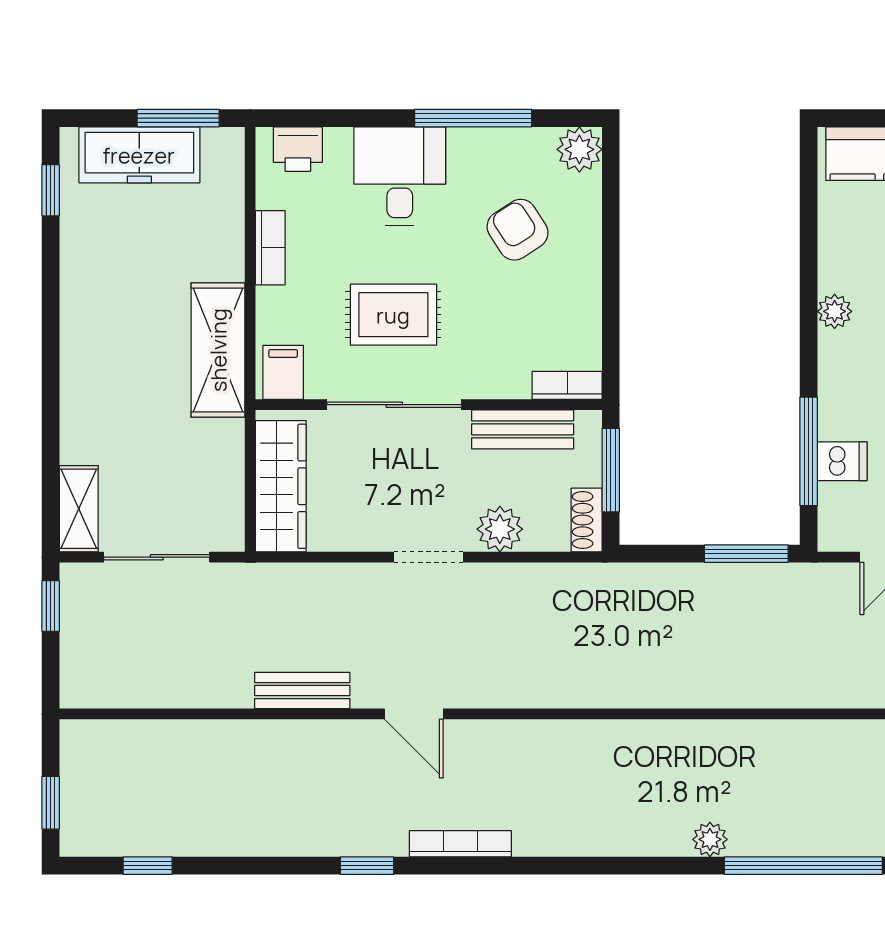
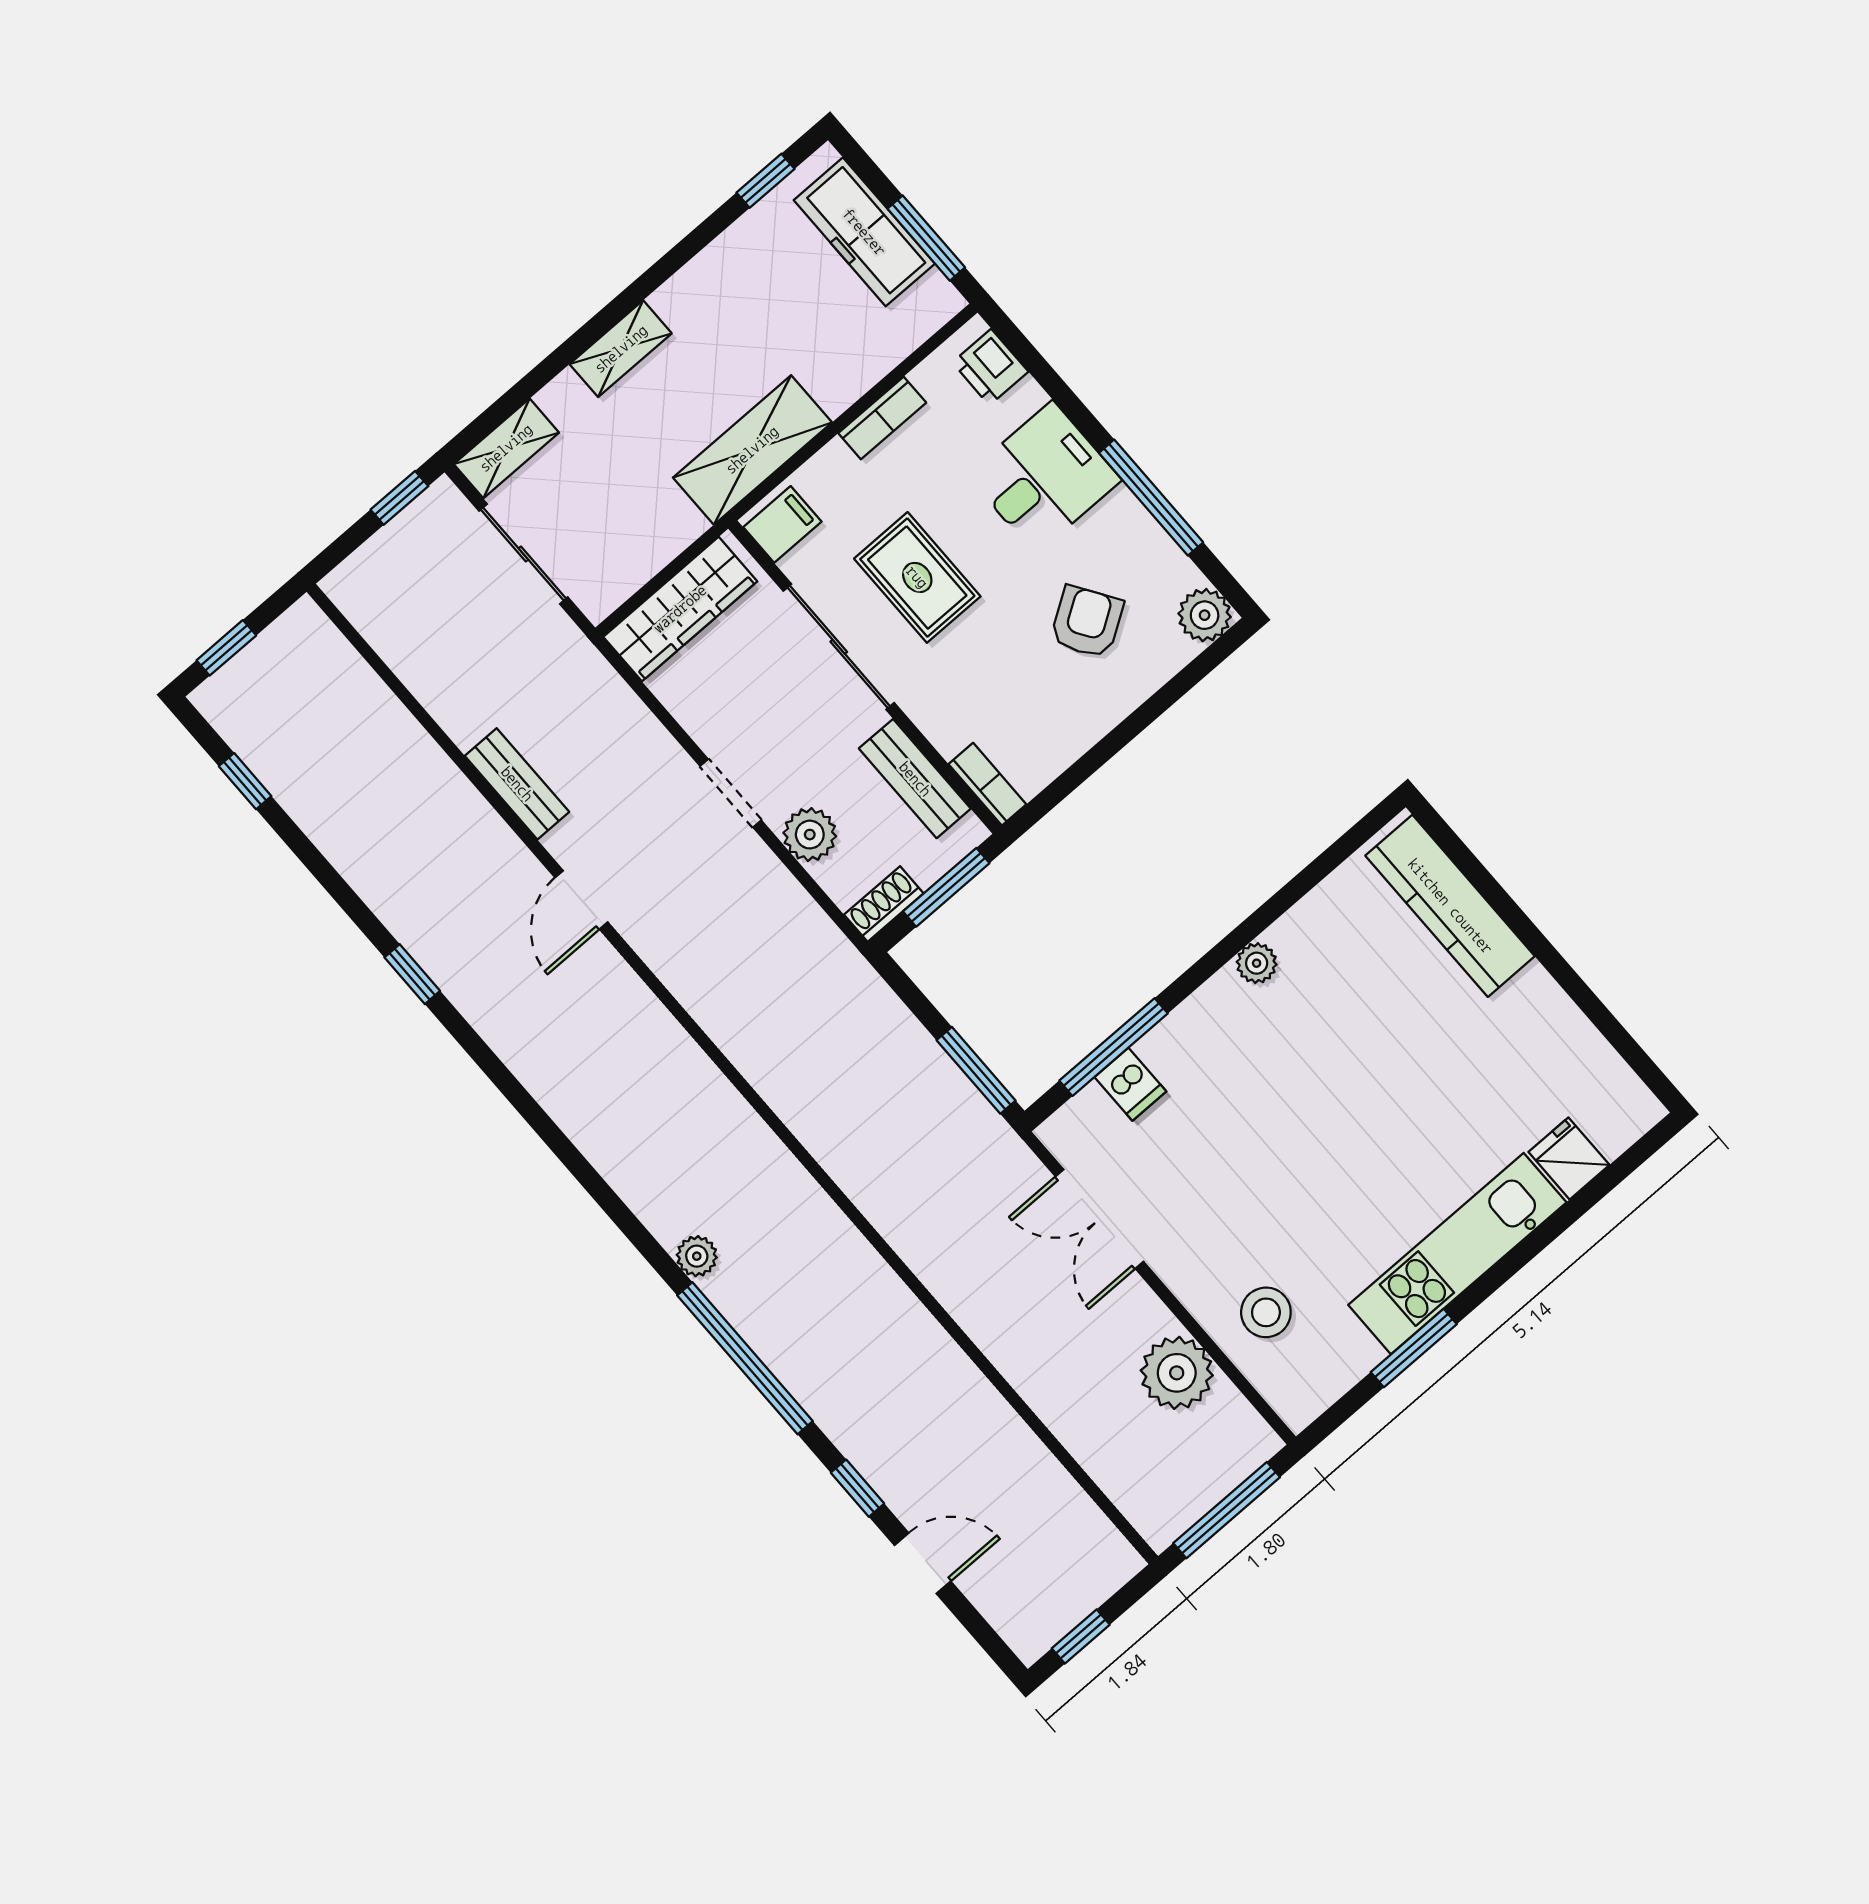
shelving: (78, 379) -> (621, 349), added
bookcase: (460, 844) -> (503, 1040), removed

